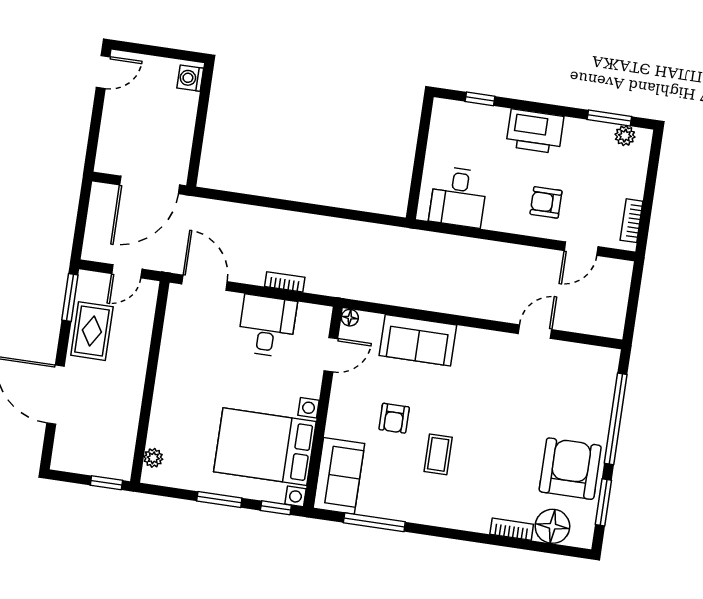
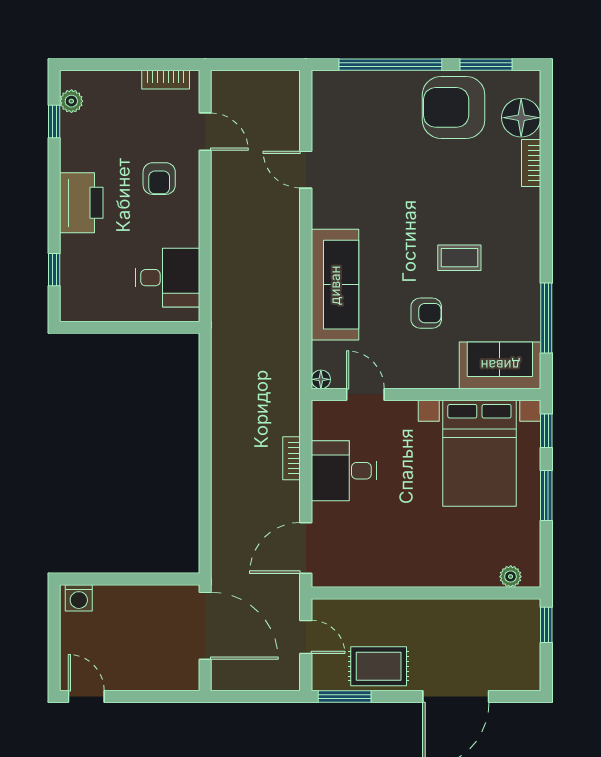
window: (609, 118) -> (54, 121), width x0.67
sofa: (418, 340) -> (335, 285), width x1.36

